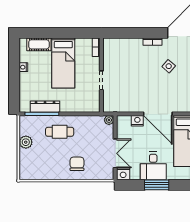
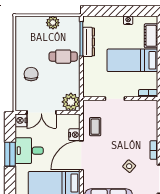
coffee table: (129, 100) -> (95, 127), added
plant: (109, 120) -> (71, 102), width x1.88, depth x1.88
cafe table: (60, 132) -> (63, 57), turned 90
chair: (77, 164) -> (31, 74), turned -90

